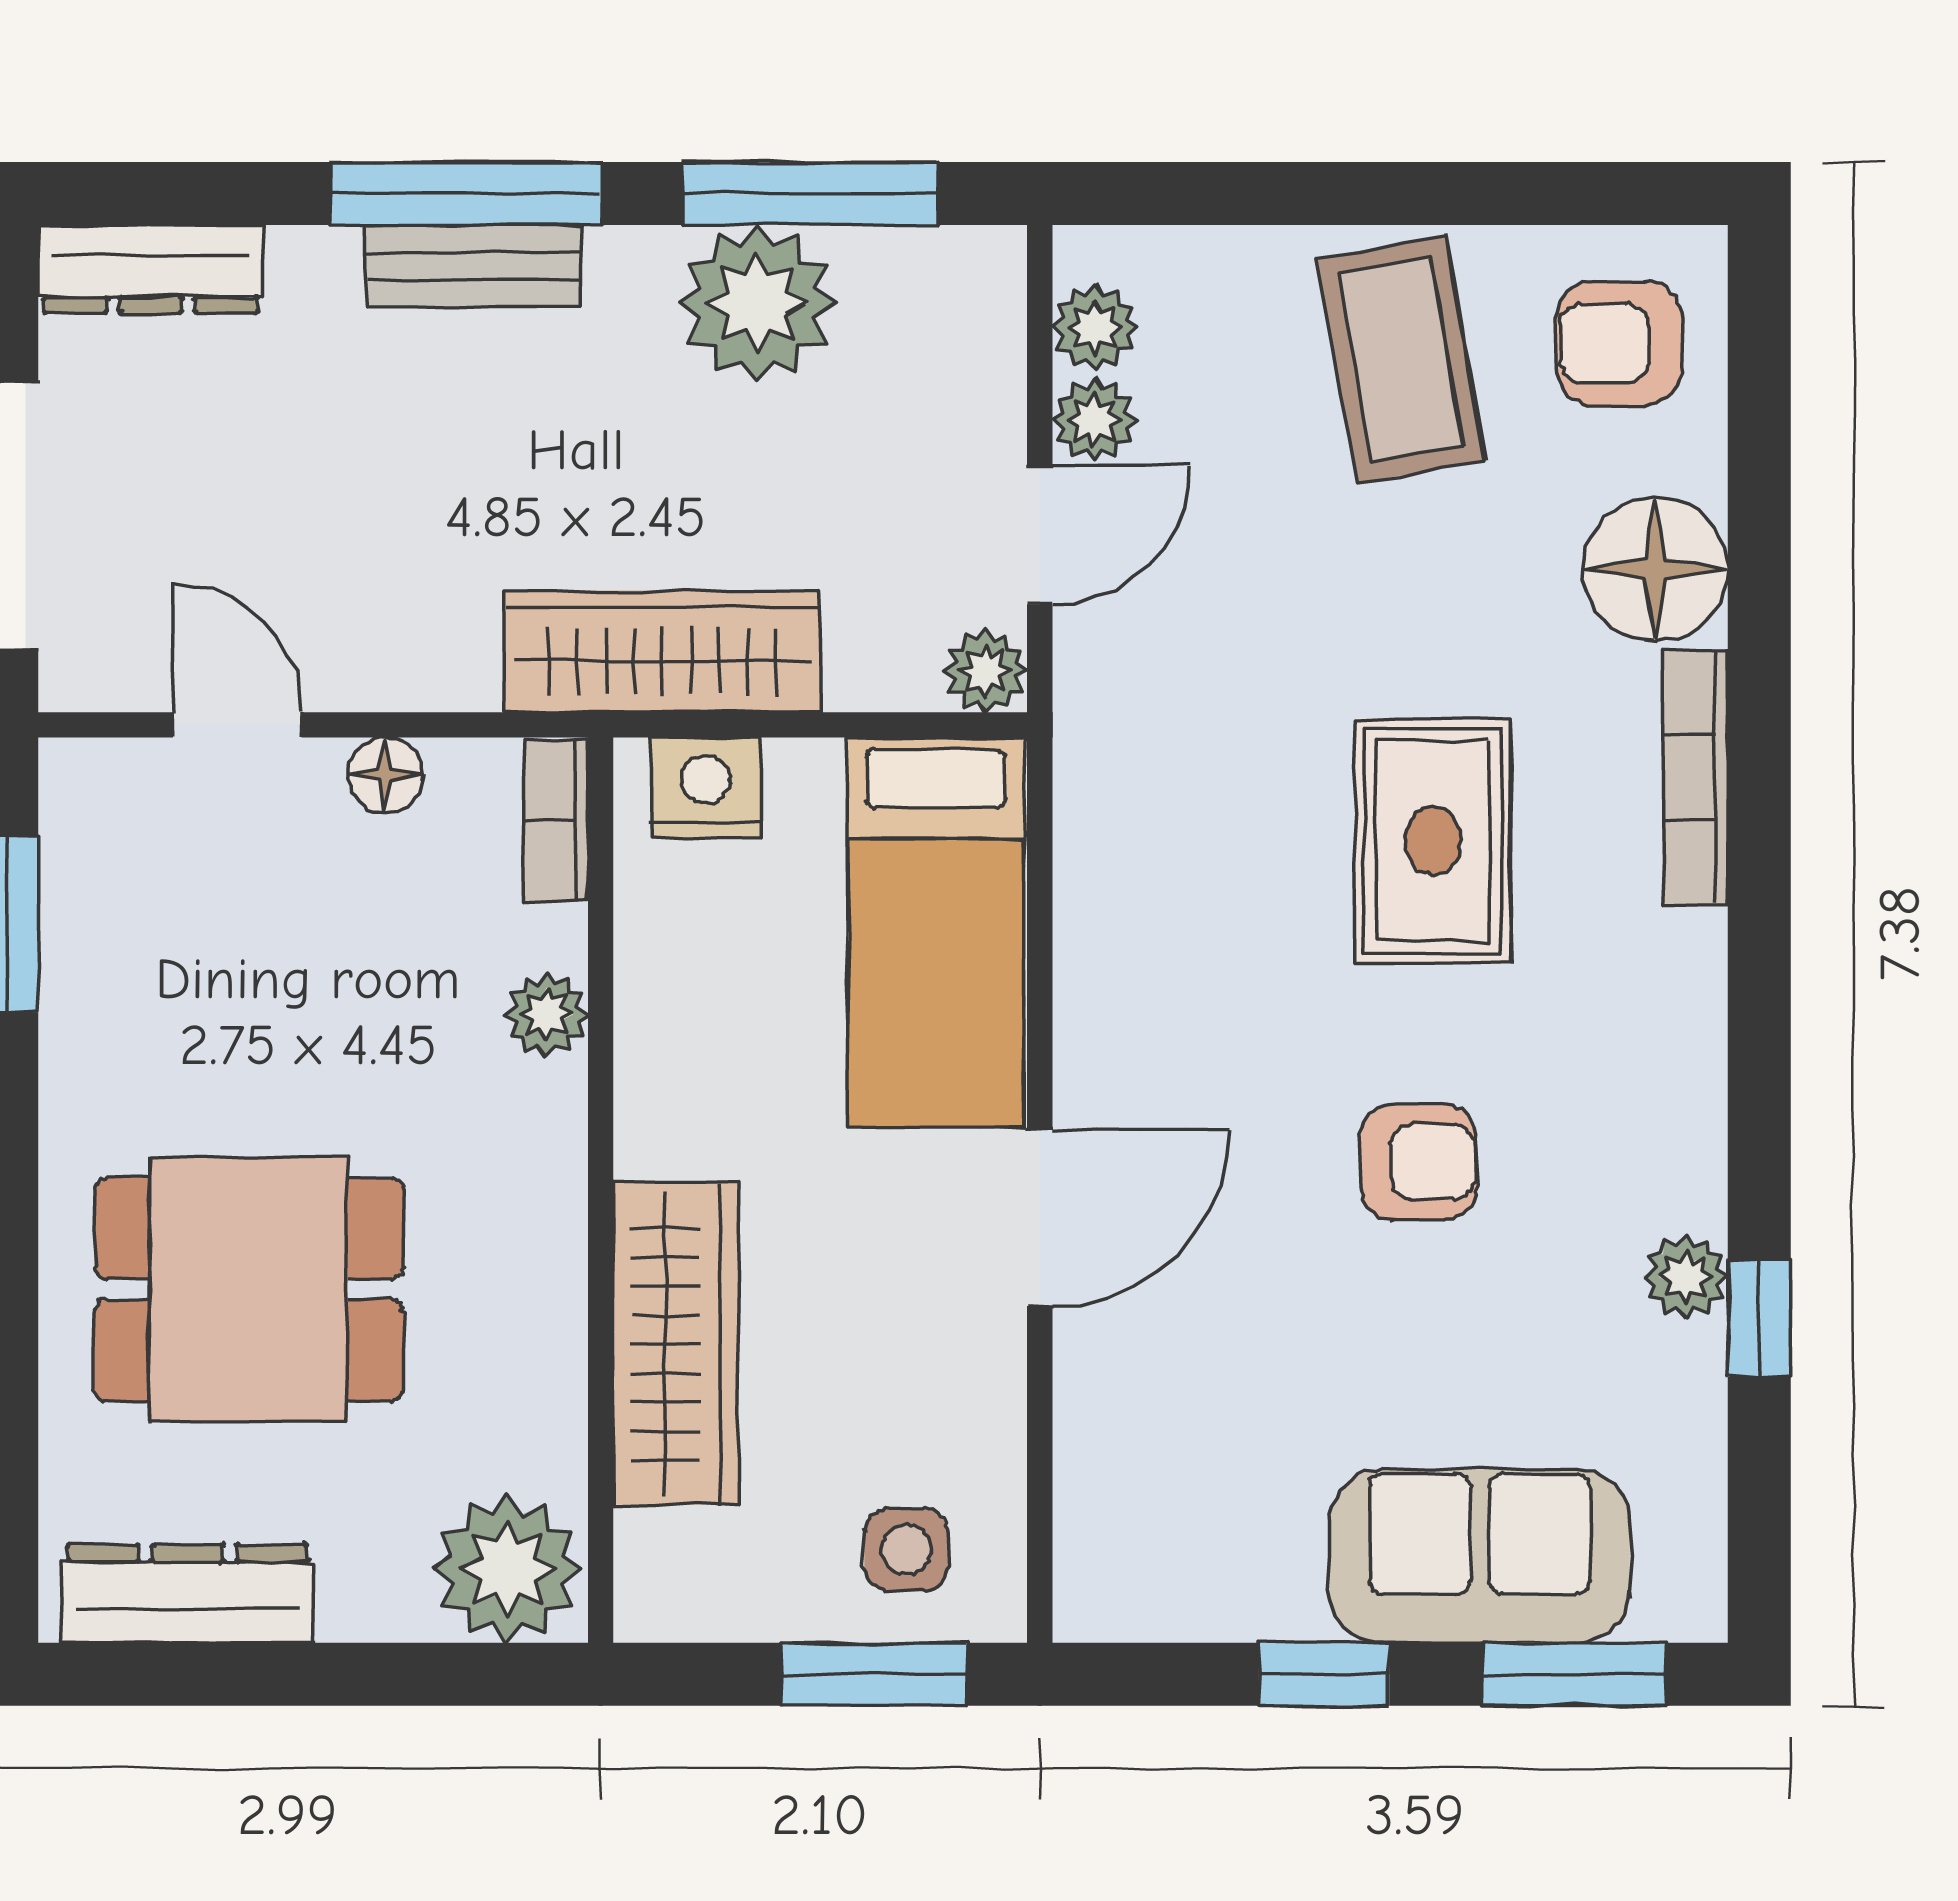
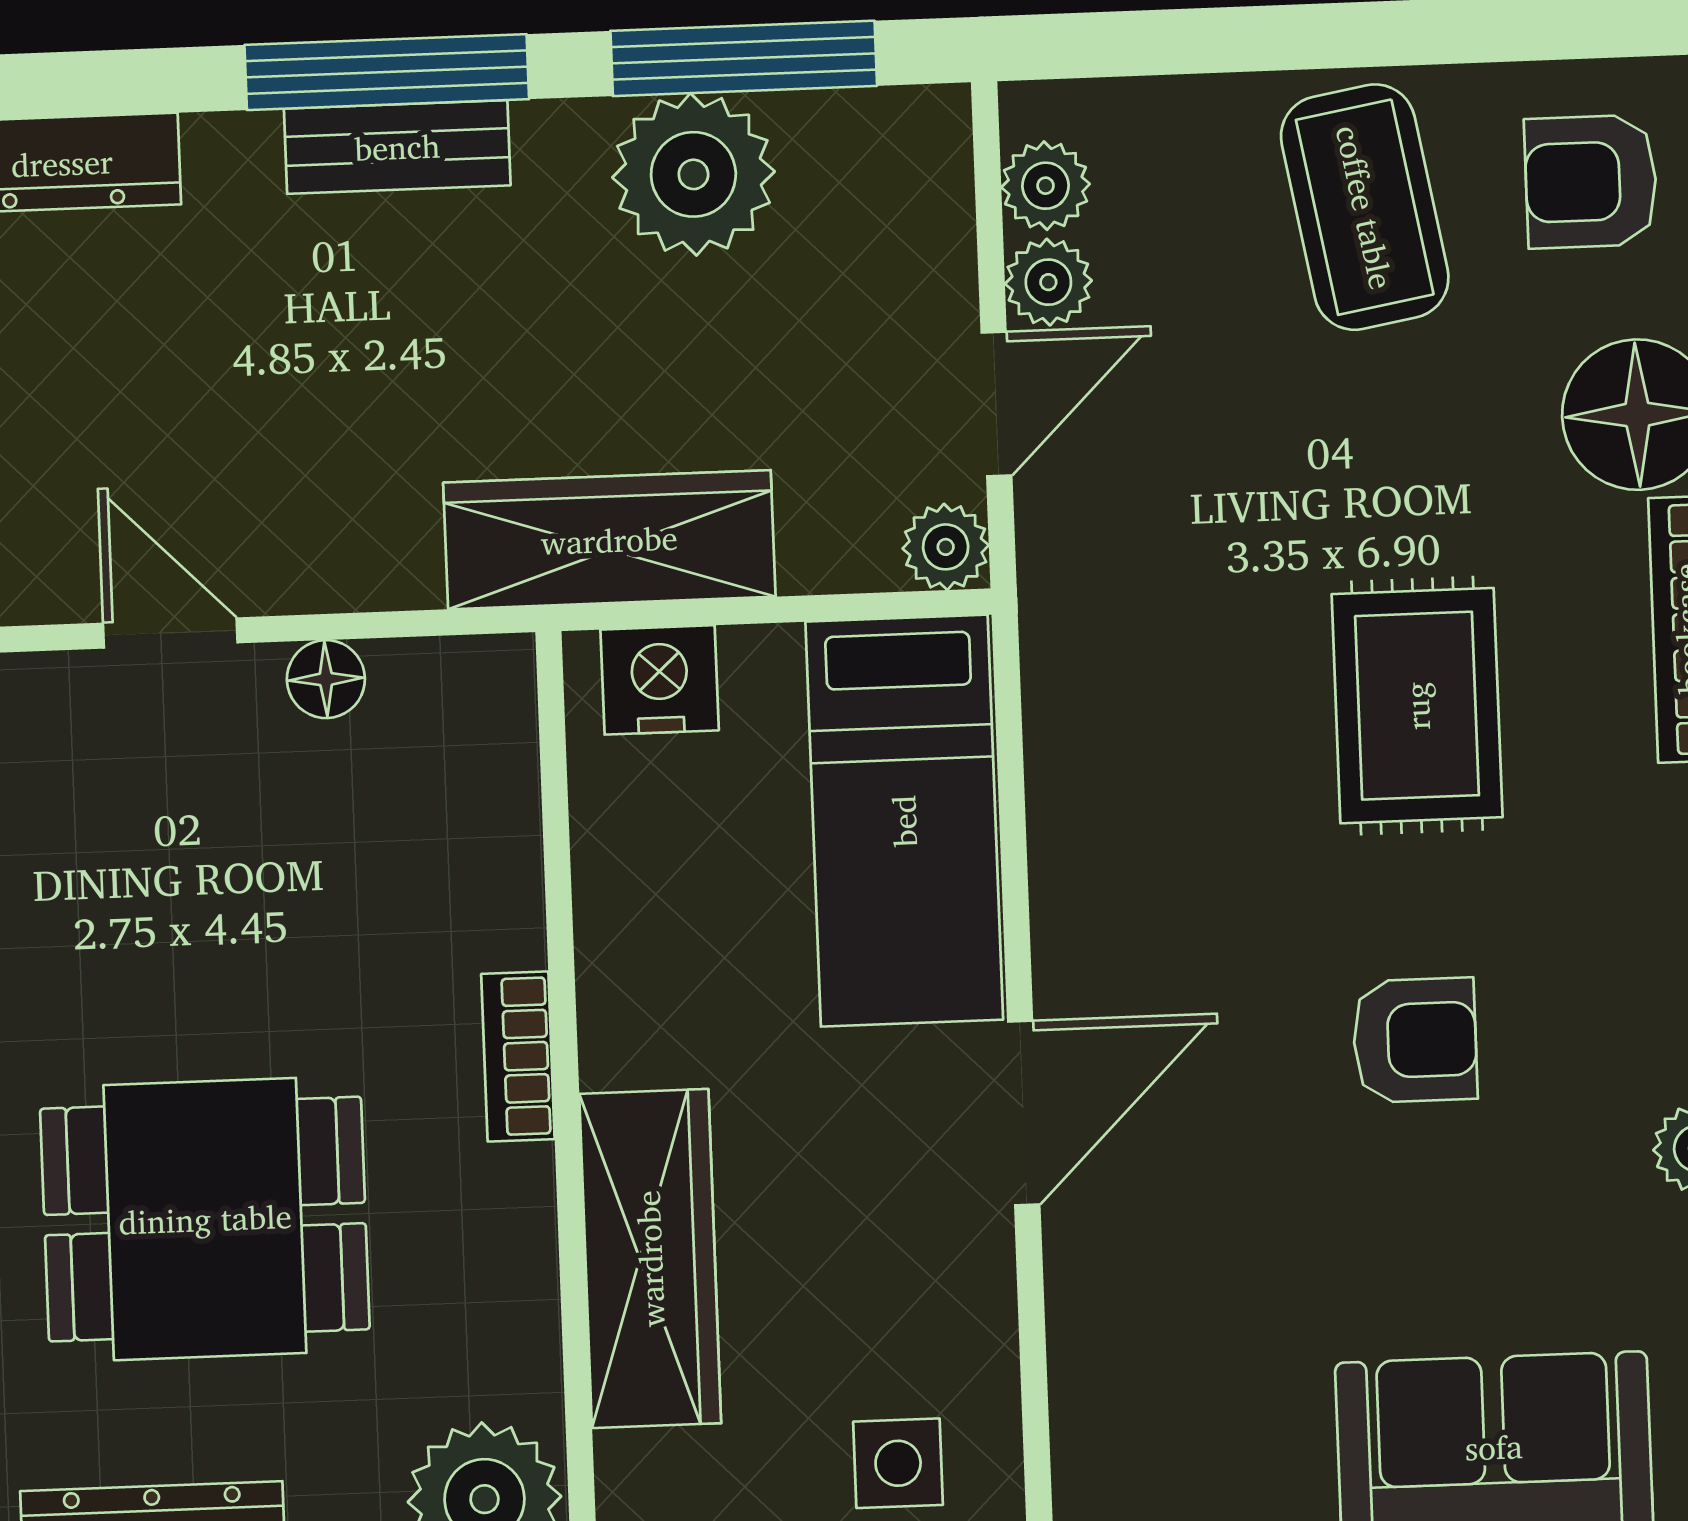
bookcase: (556, 820) -> (518, 1056), moved
plant: (547, 1014) -> (503, 921), removed

